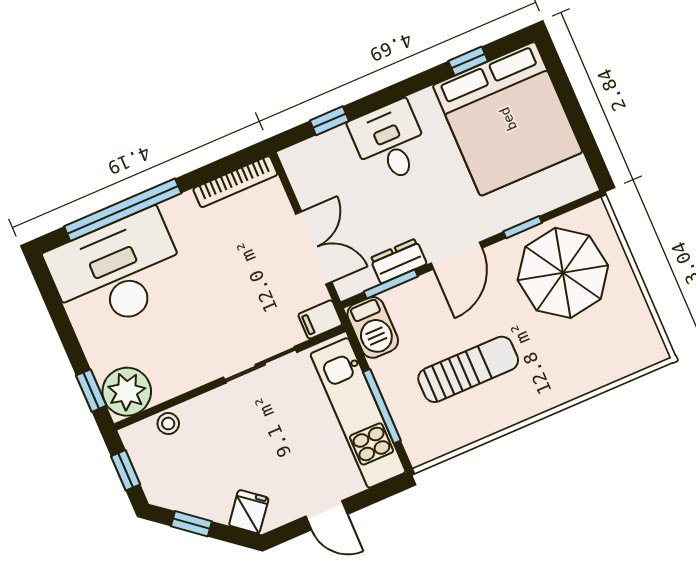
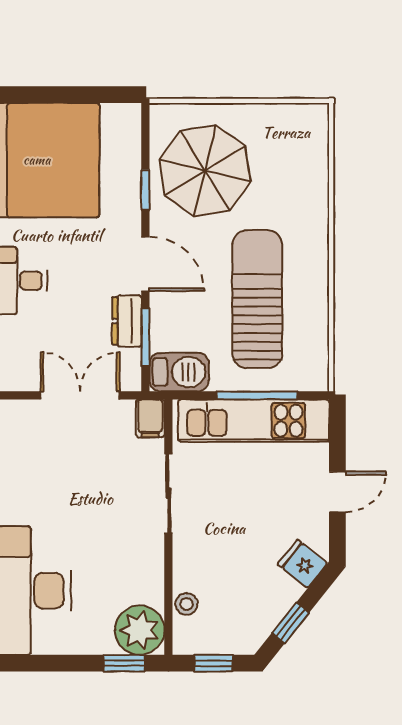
sun lounger: (468, 369) -> (257, 299), width x1.36, depth x1.34

